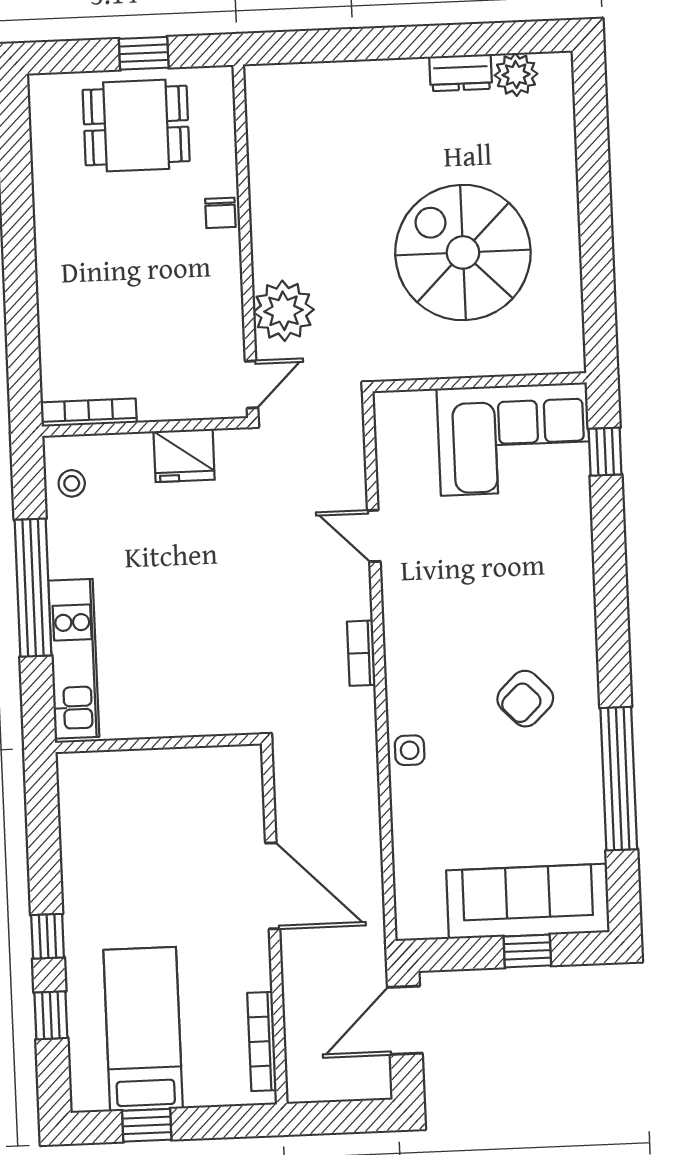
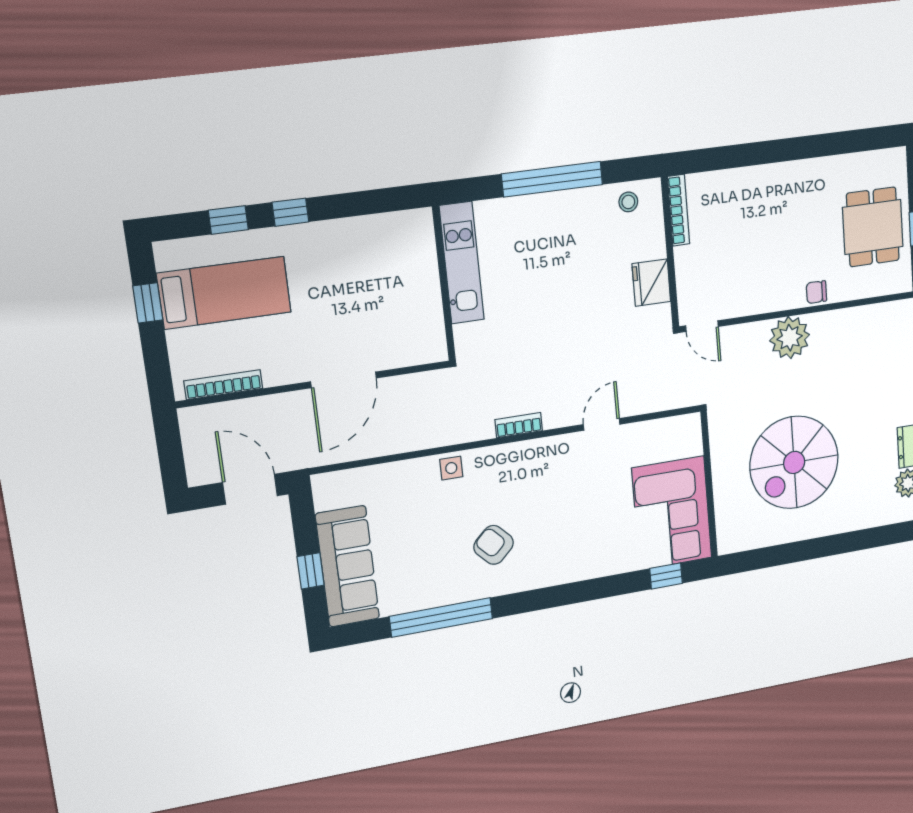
spiral stairs: (463, 252) -> (794, 462), turned 180
plant: (284, 311) -> (790, 338), moved
kitchen unit: (74, 659) -> (462, 263), moved, turned -90

